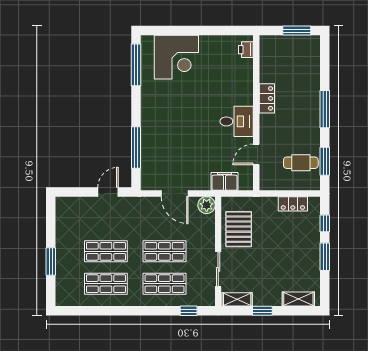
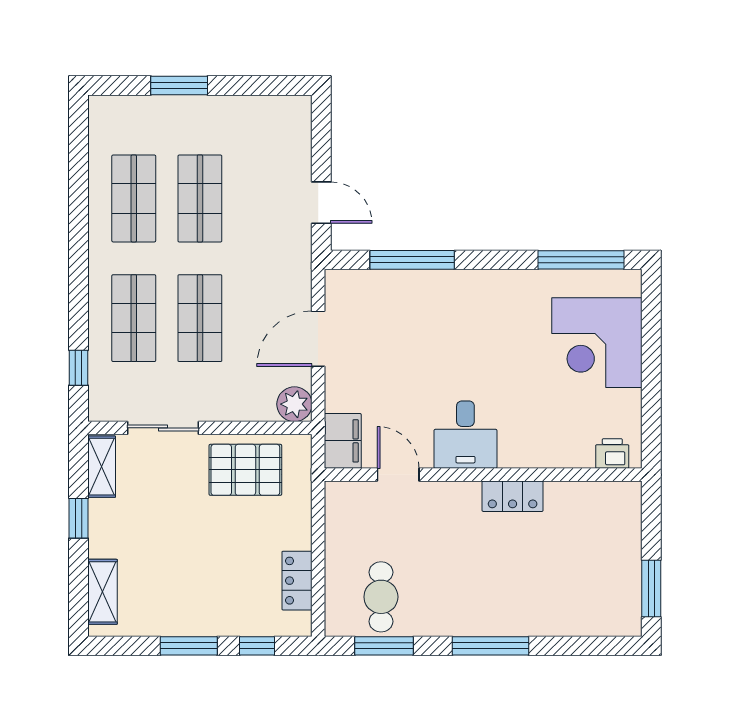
printer: (246, 50) -> (612, 453), moved
locker: (267, 98) -> (513, 496), moved
wall: (256, 113) -> (483, 475), moved
desk: (237, 121) -> (465, 435), moved
door: (256, 154) -> (398, 475), moved

